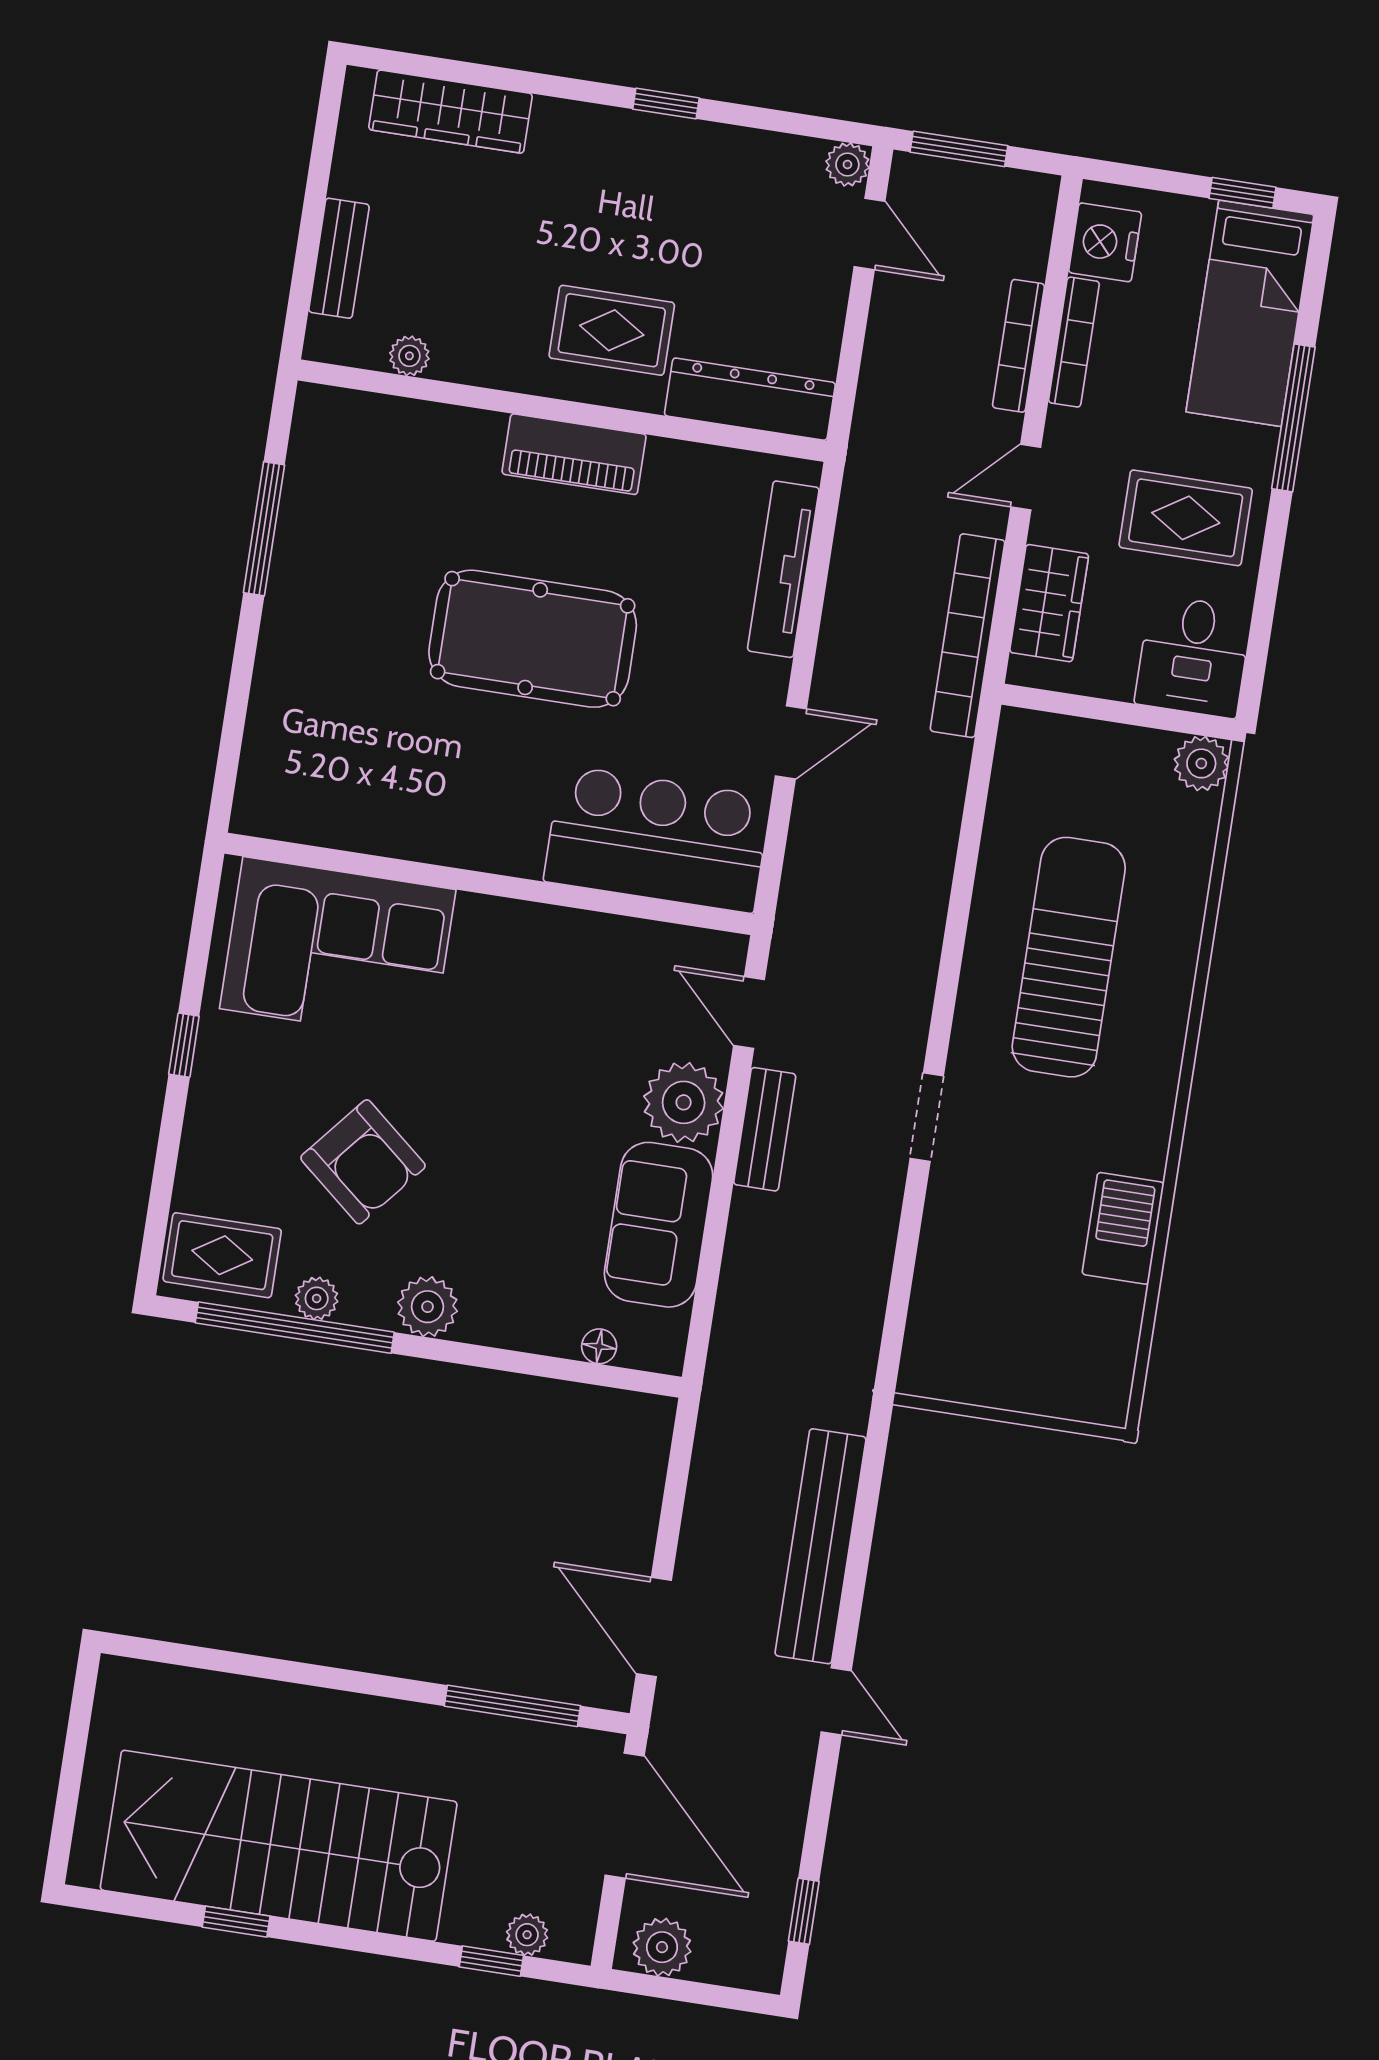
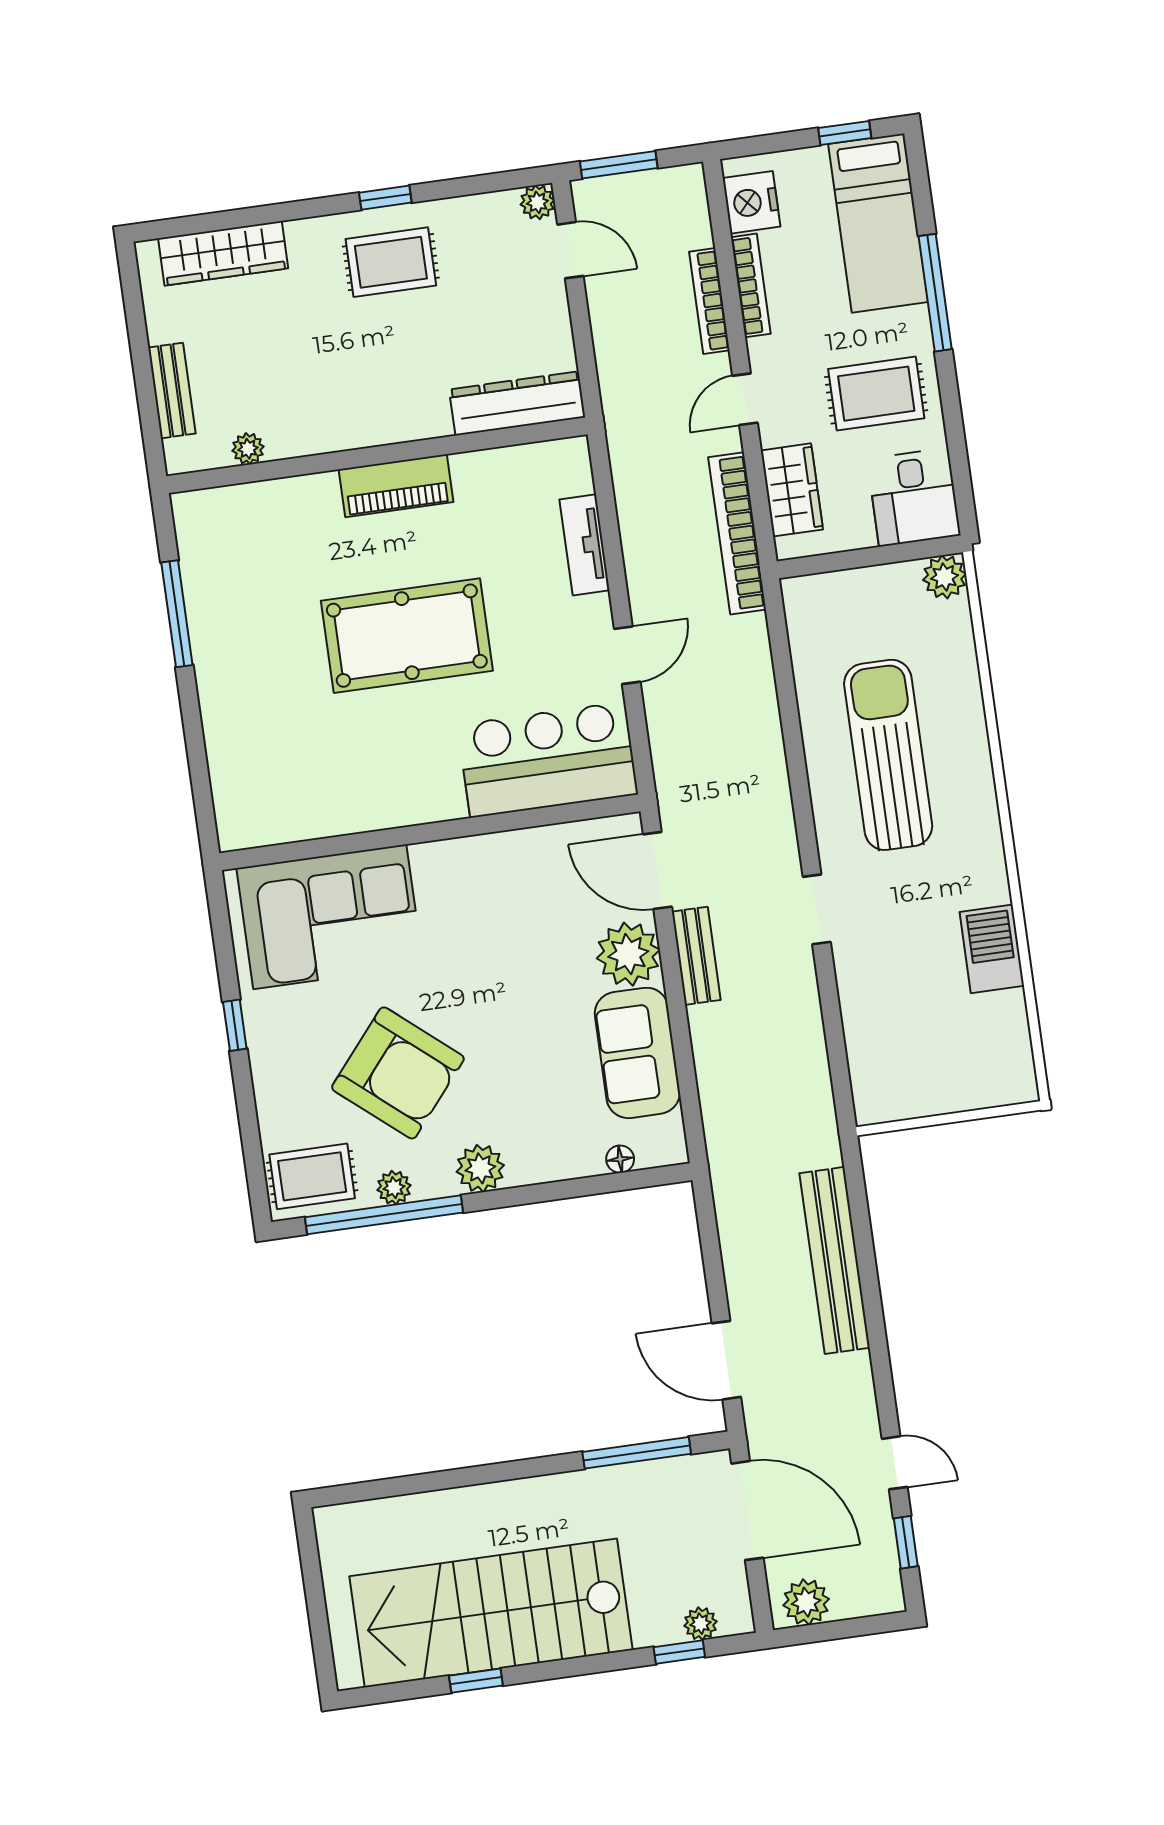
rug: (612, 330) -> (391, 262), moved
tv unit: (783, 569) -> (584, 545), width x0.71
door: (749, 1012) -> (657, 871), width x1.37
armchair: (363, 1162) -> (398, 1073), width x1.36, depth x1.36
door: (836, 1701) -> (895, 1463), moved

